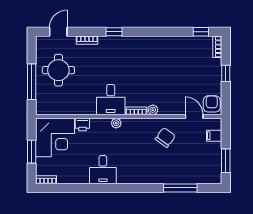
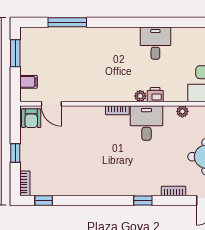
plant: (153, 110) -> (182, 111), moved
printer: (82, 124) -> (155, 95), moved
chair: (165, 137) -> (84, 80), removed

